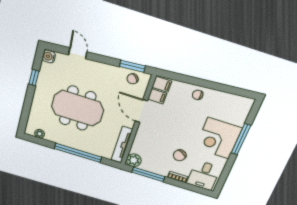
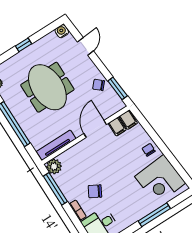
window: (34, 78) -> (24, 45), moved
chair: (133, 79) -> (99, 85), moved
corner desk: (218, 138) -> (160, 180), moved, turned -95

